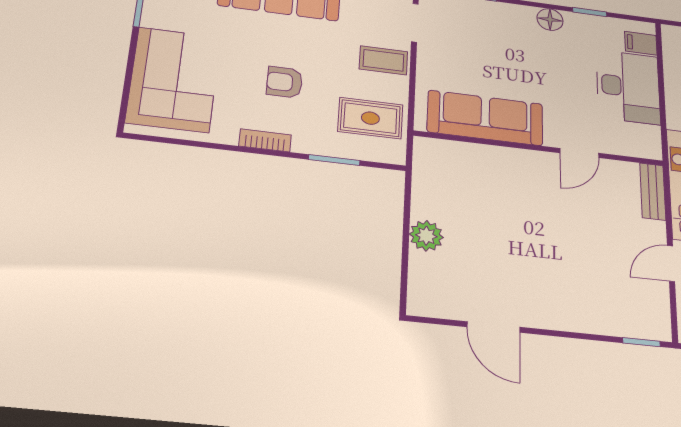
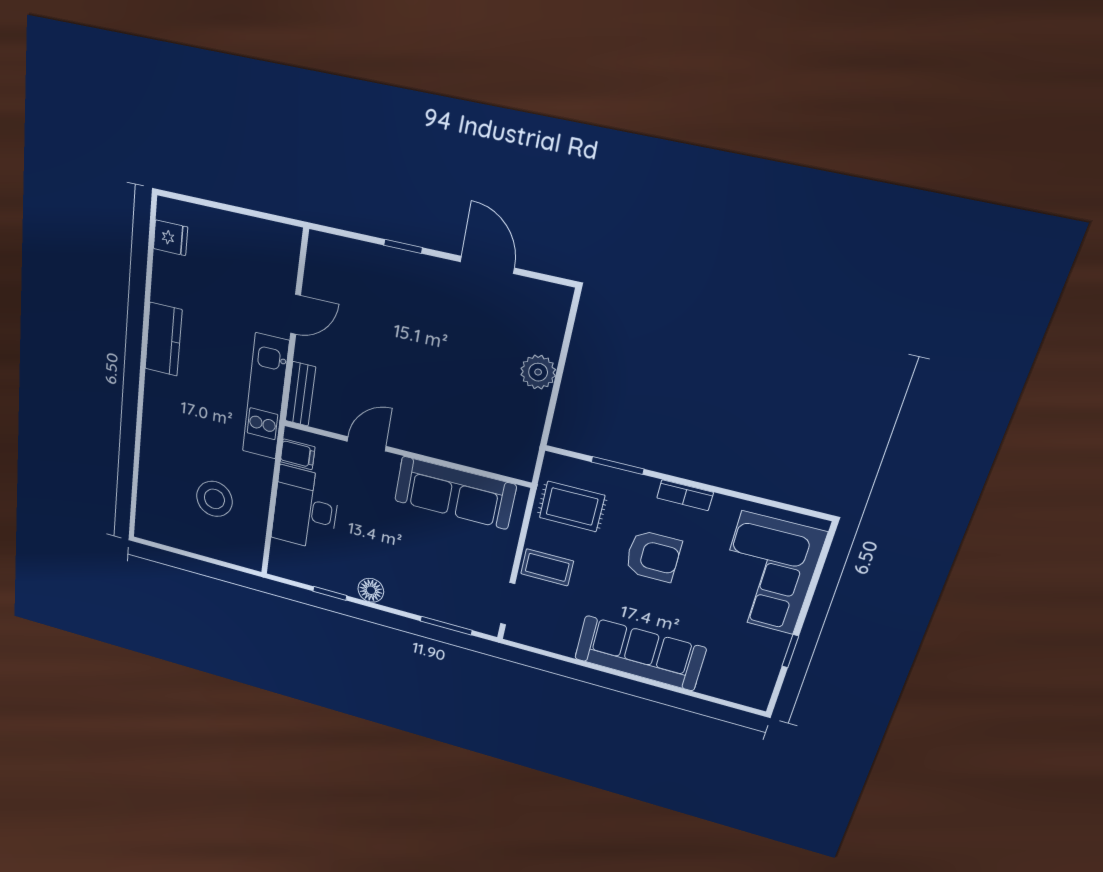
filing cabinet: (641, 43) -> (298, 454), moved
armchair: (285, 82) -> (653, 556), width x1.38, depth x1.38
window: (641, 342) -> (403, 246), moved

